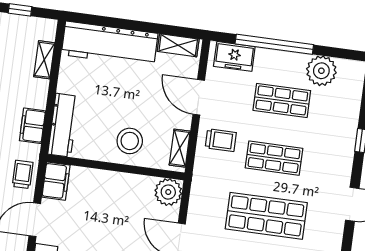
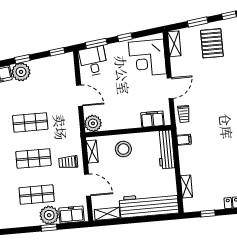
window: (274, 44) -> (49, 228), width x0.32
plant: (321, 71) -> (49, 215), moved
filing cabinet: (32, 126) -> (184, 140), width x0.50
filing cabinet: (56, 181) -> (152, 119), moved, turned 90
shop shelf: (266, 216) -> (30, 122), width x0.70, depth x0.74

